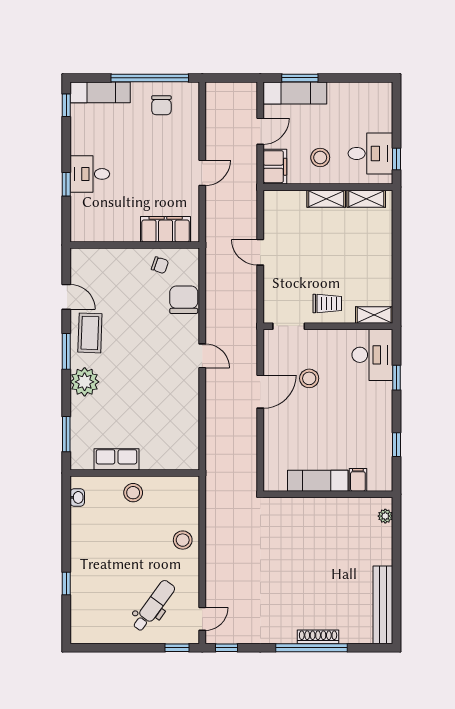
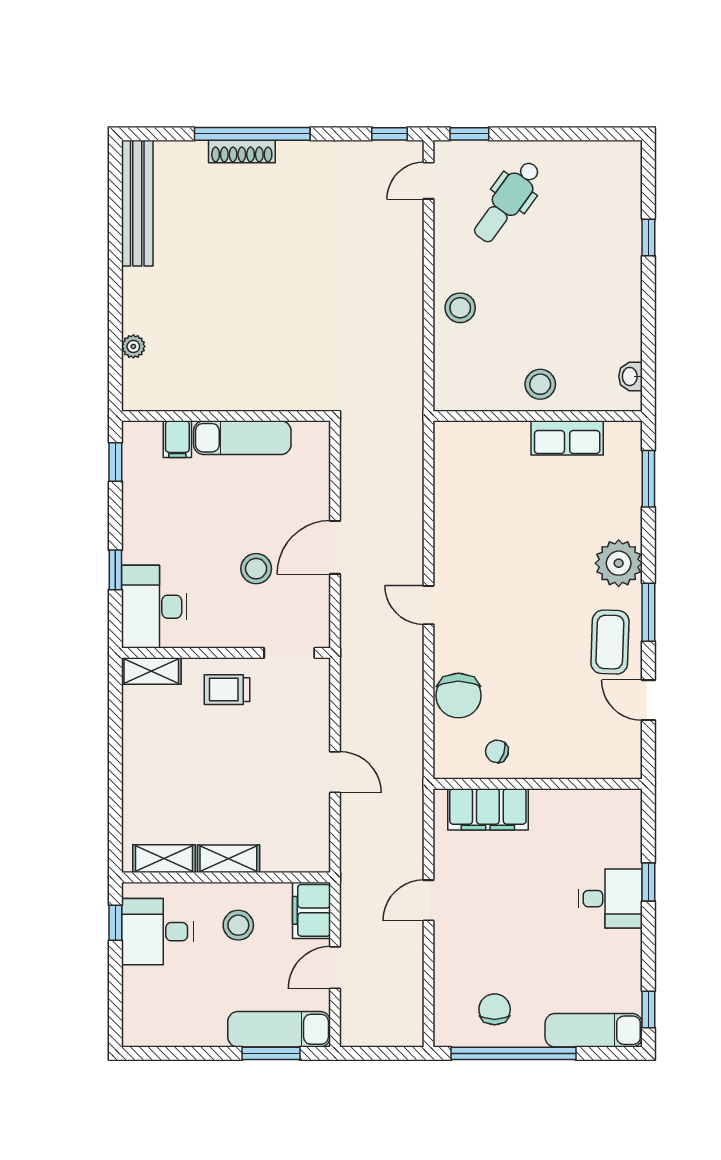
filing cabinet: (358, 480) -> (177, 439), moved
exam couch: (318, 481) -> (242, 438), moved
wall: (328, 494) -> (226, 416), moved

